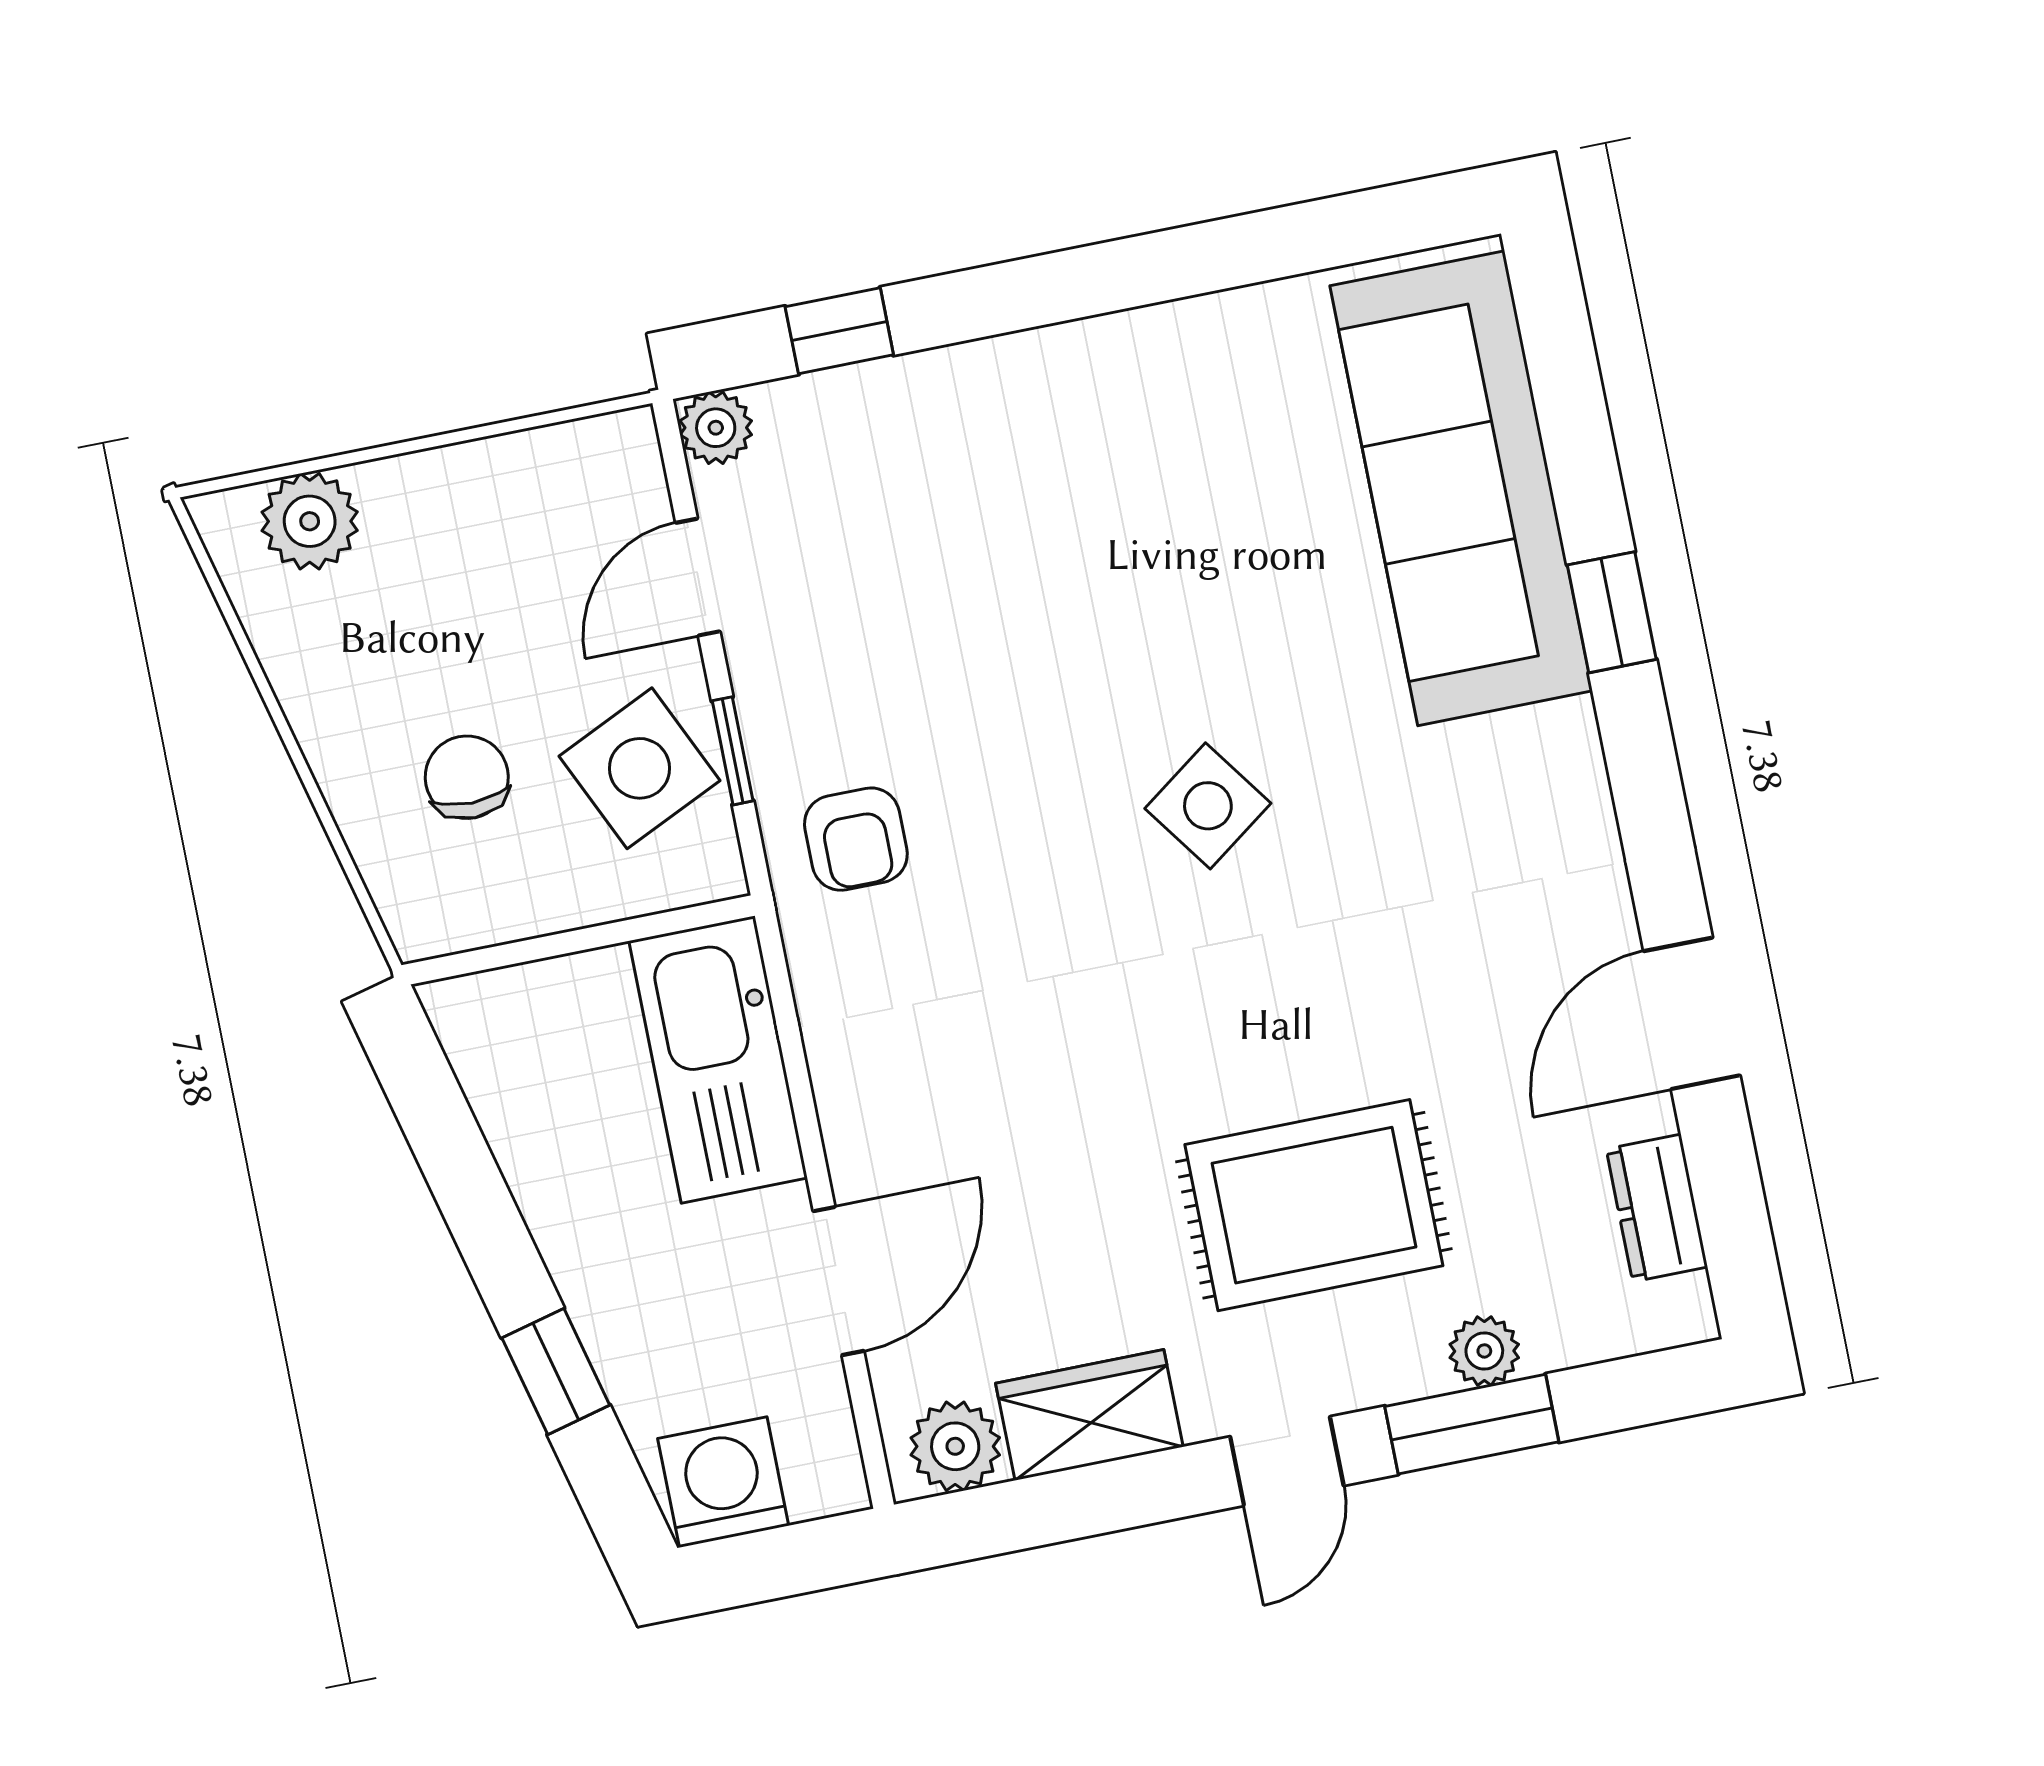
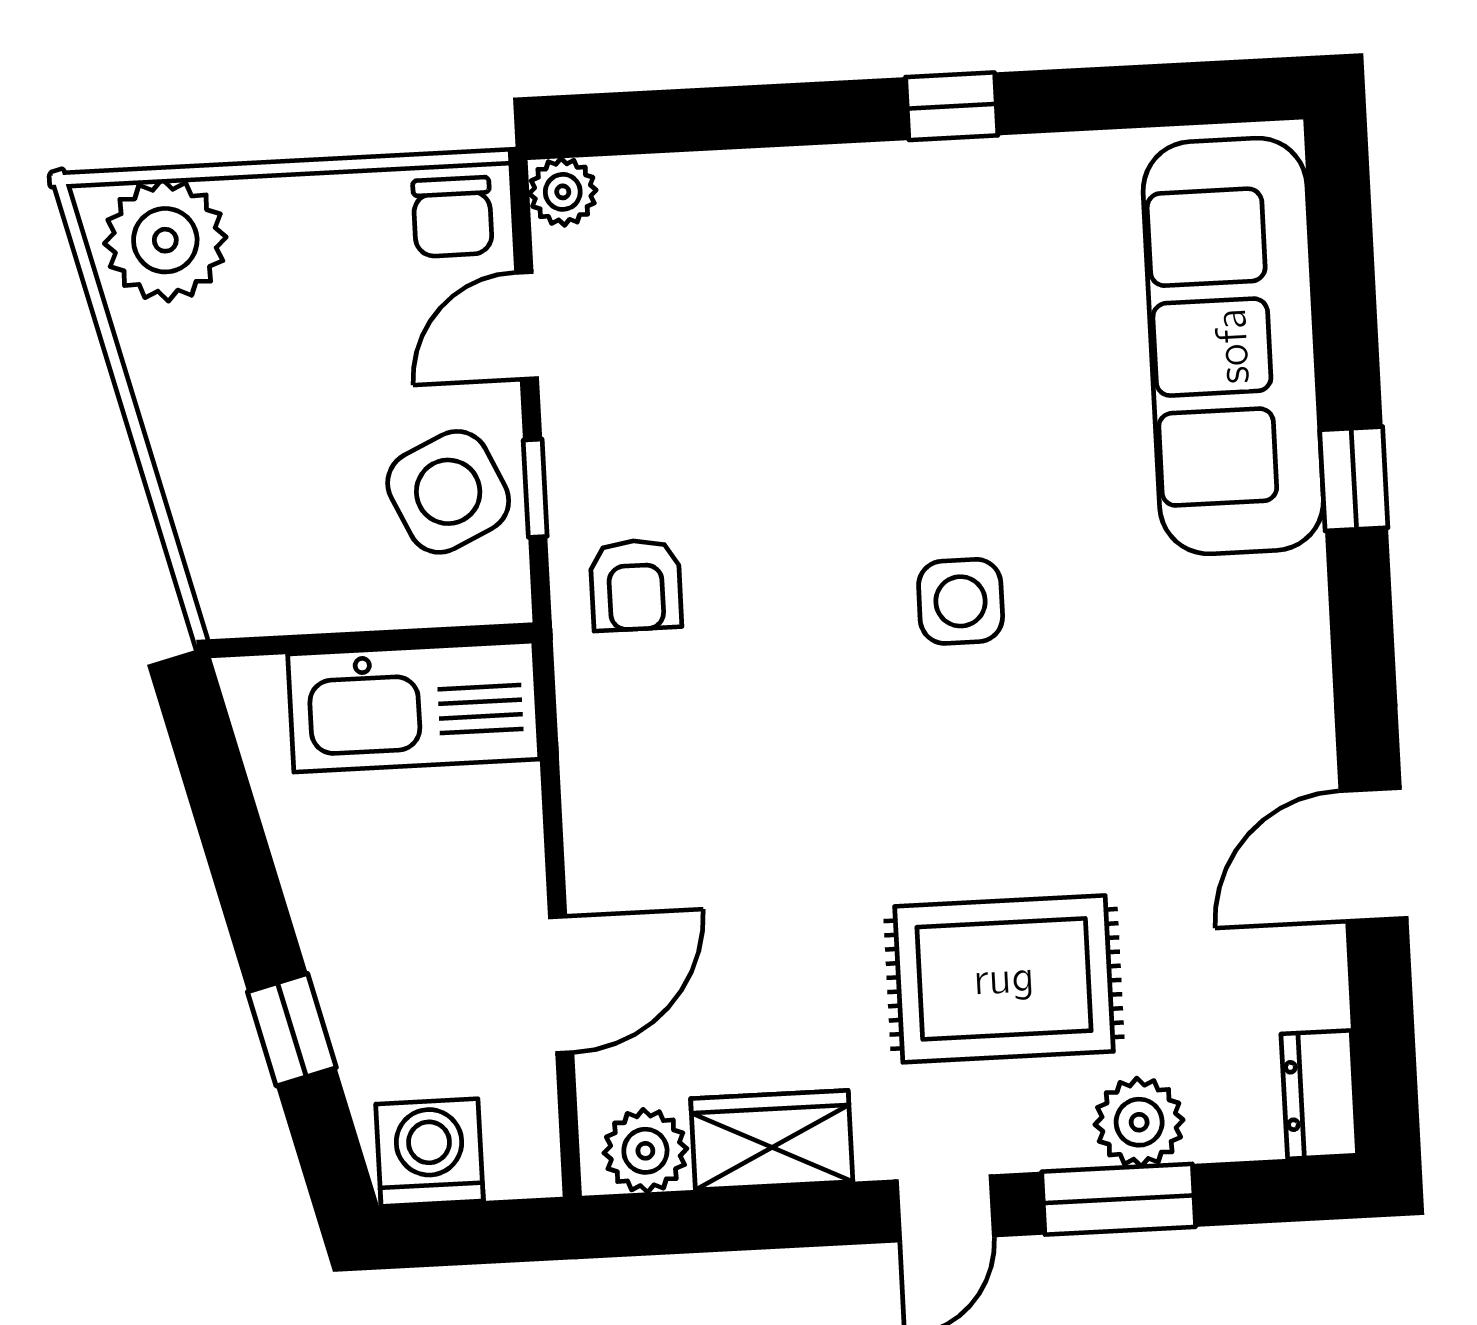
window: (839, 331) -> (952, 106), moved
plant: (310, 521) -> (165, 240), width x1.36, depth x1.36
chair: (467, 777) -> (453, 217), moved, turned 180
side table: (1208, 806) -> (961, 601), turned 36
kitchen sink: (718, 1060) -> (414, 707), moved, turned -90
dresser: (1657, 1208) -> (1319, 1095), moved
plant: (1484, 1351) -> (1139, 1122), width x1.38, depth x1.38

